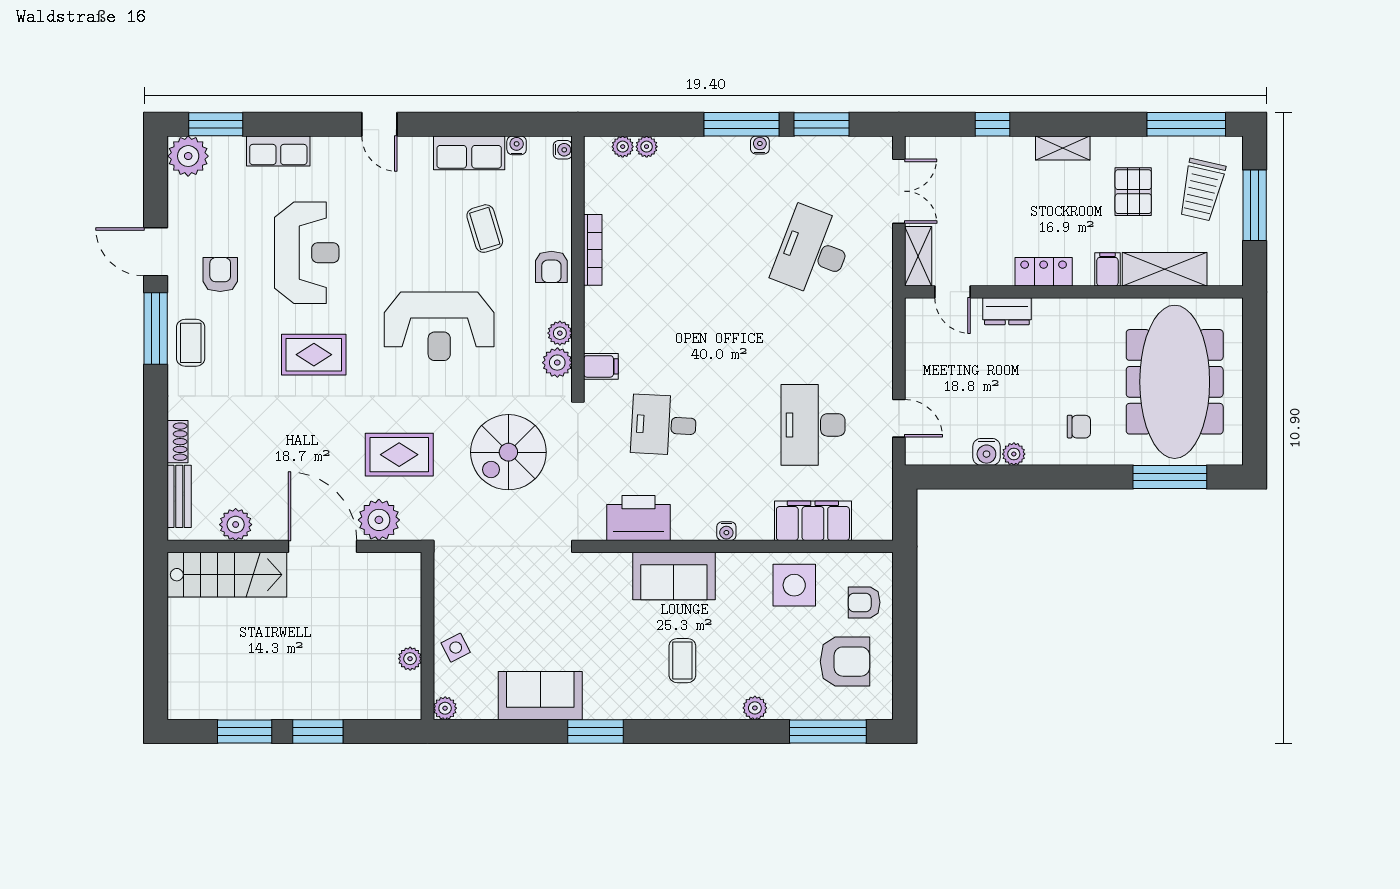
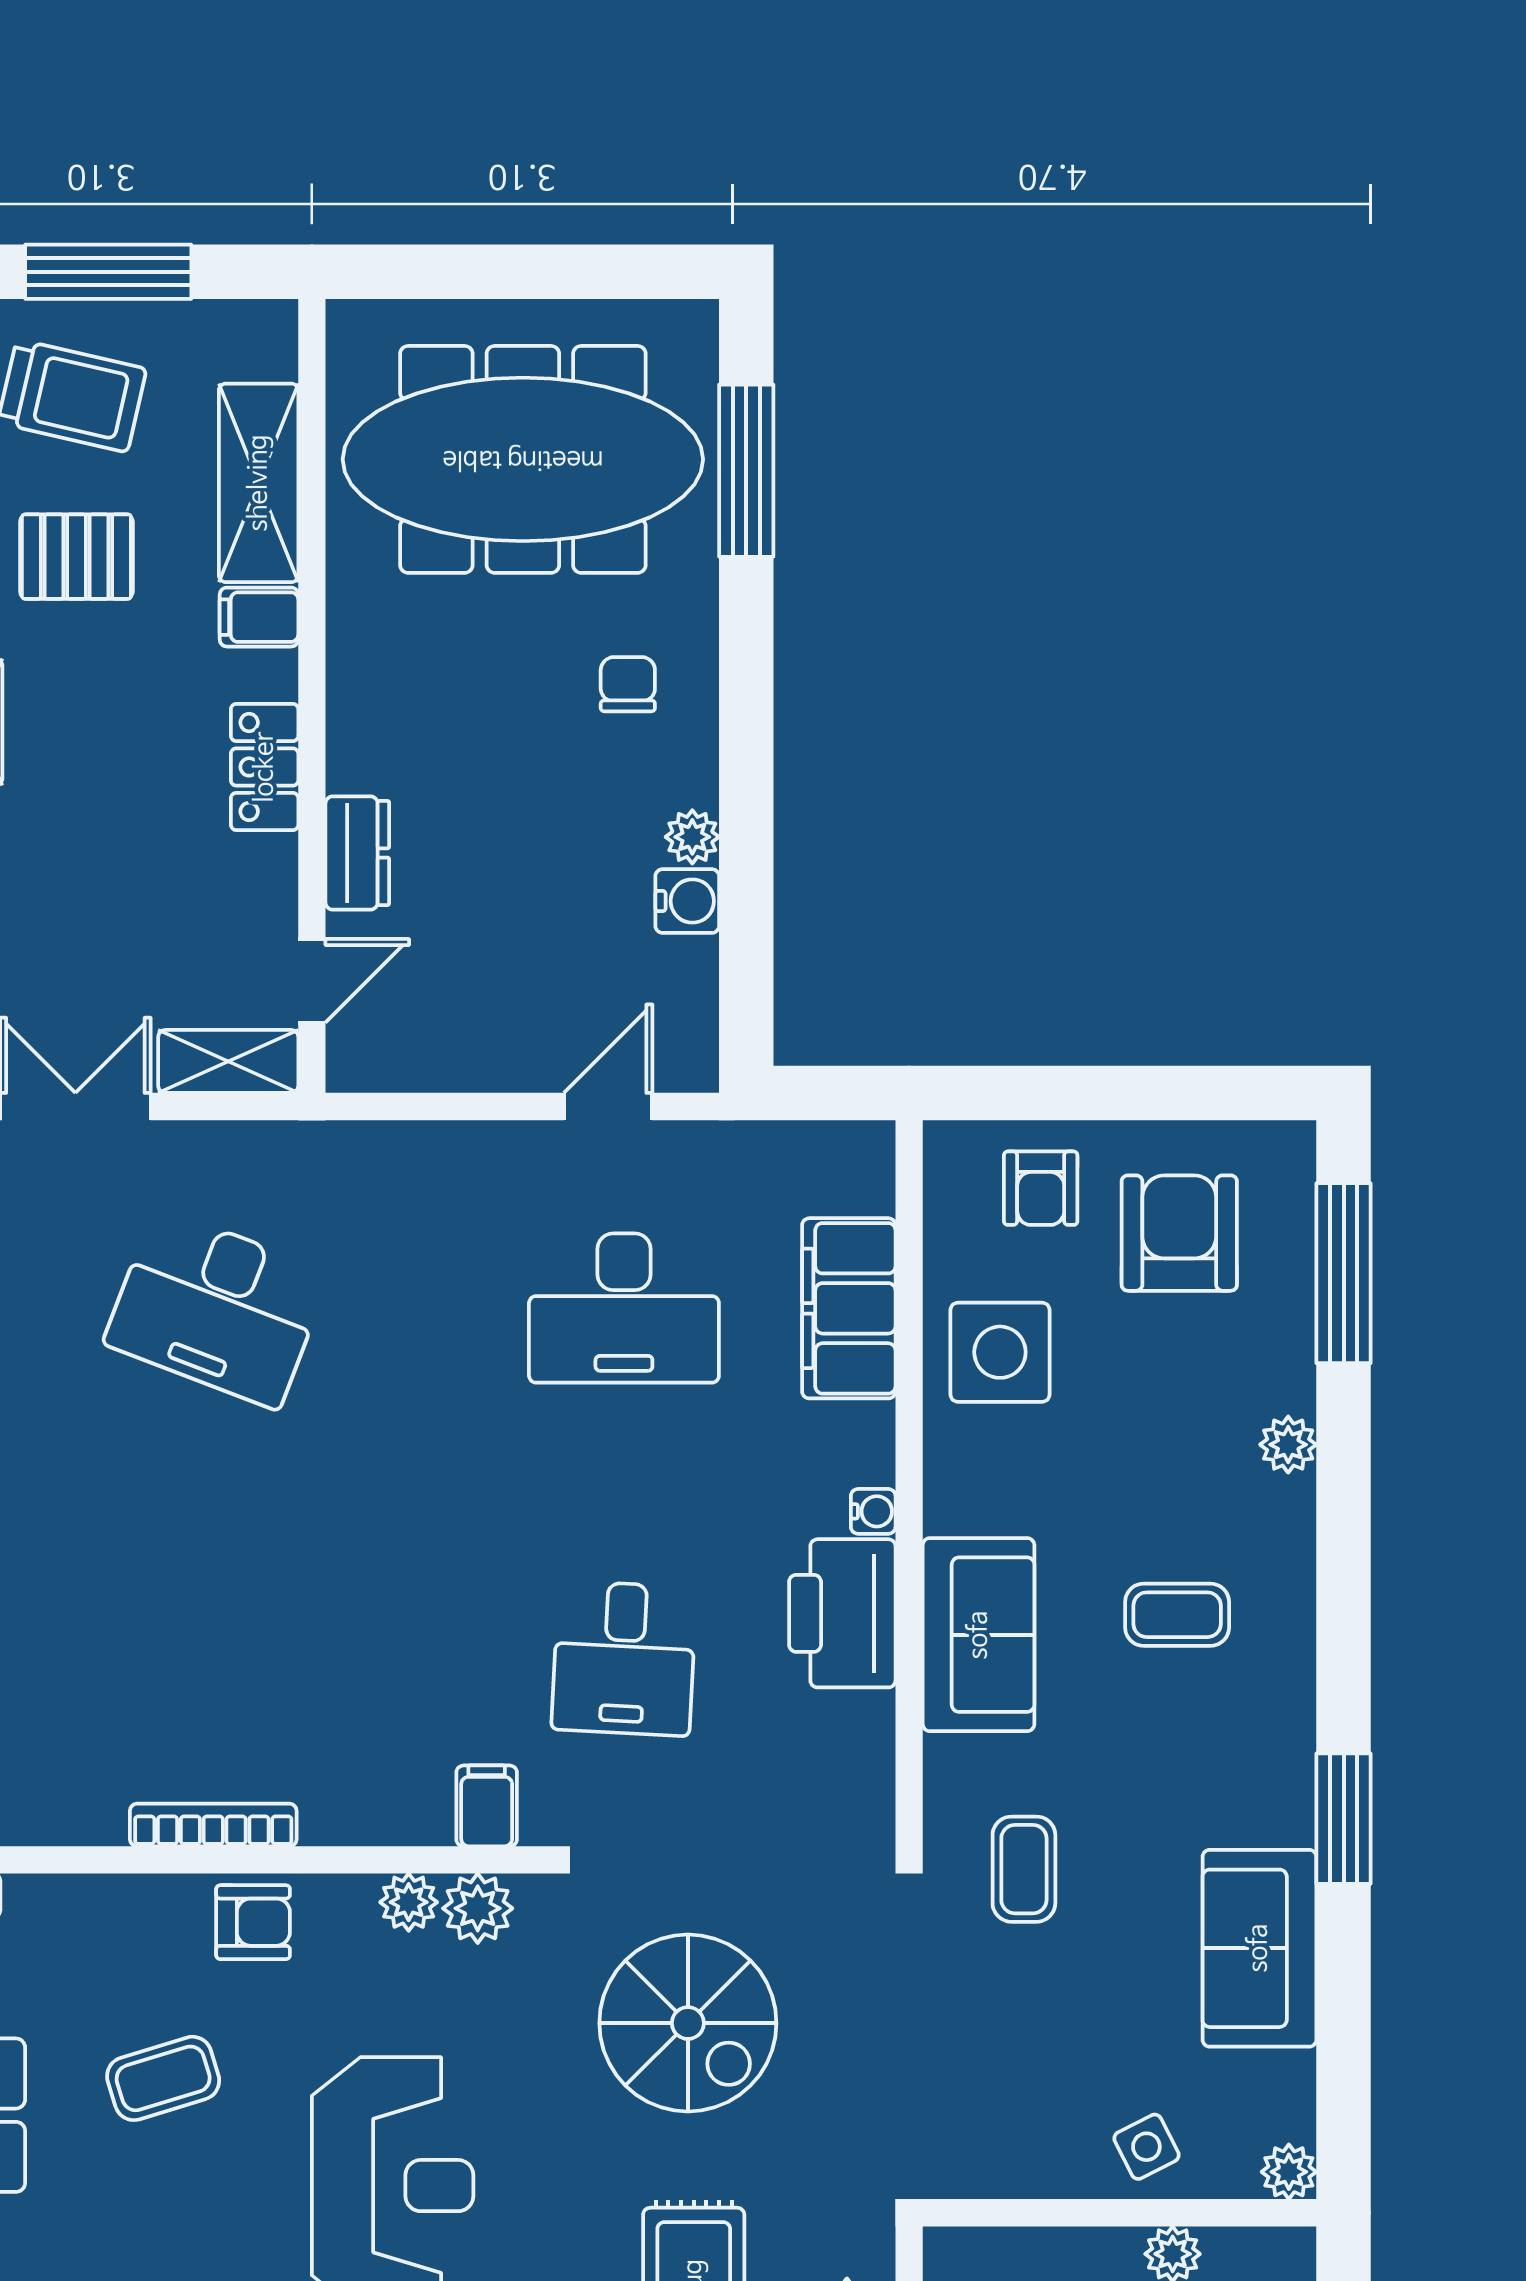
printer: (638, 518) -> (842, 1613), moved
coffee table: (574, 595) -> (1024, 1869), added

